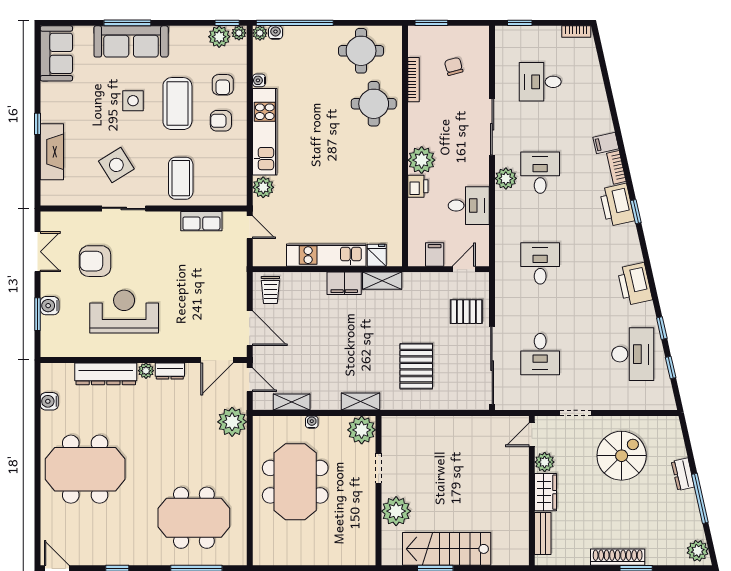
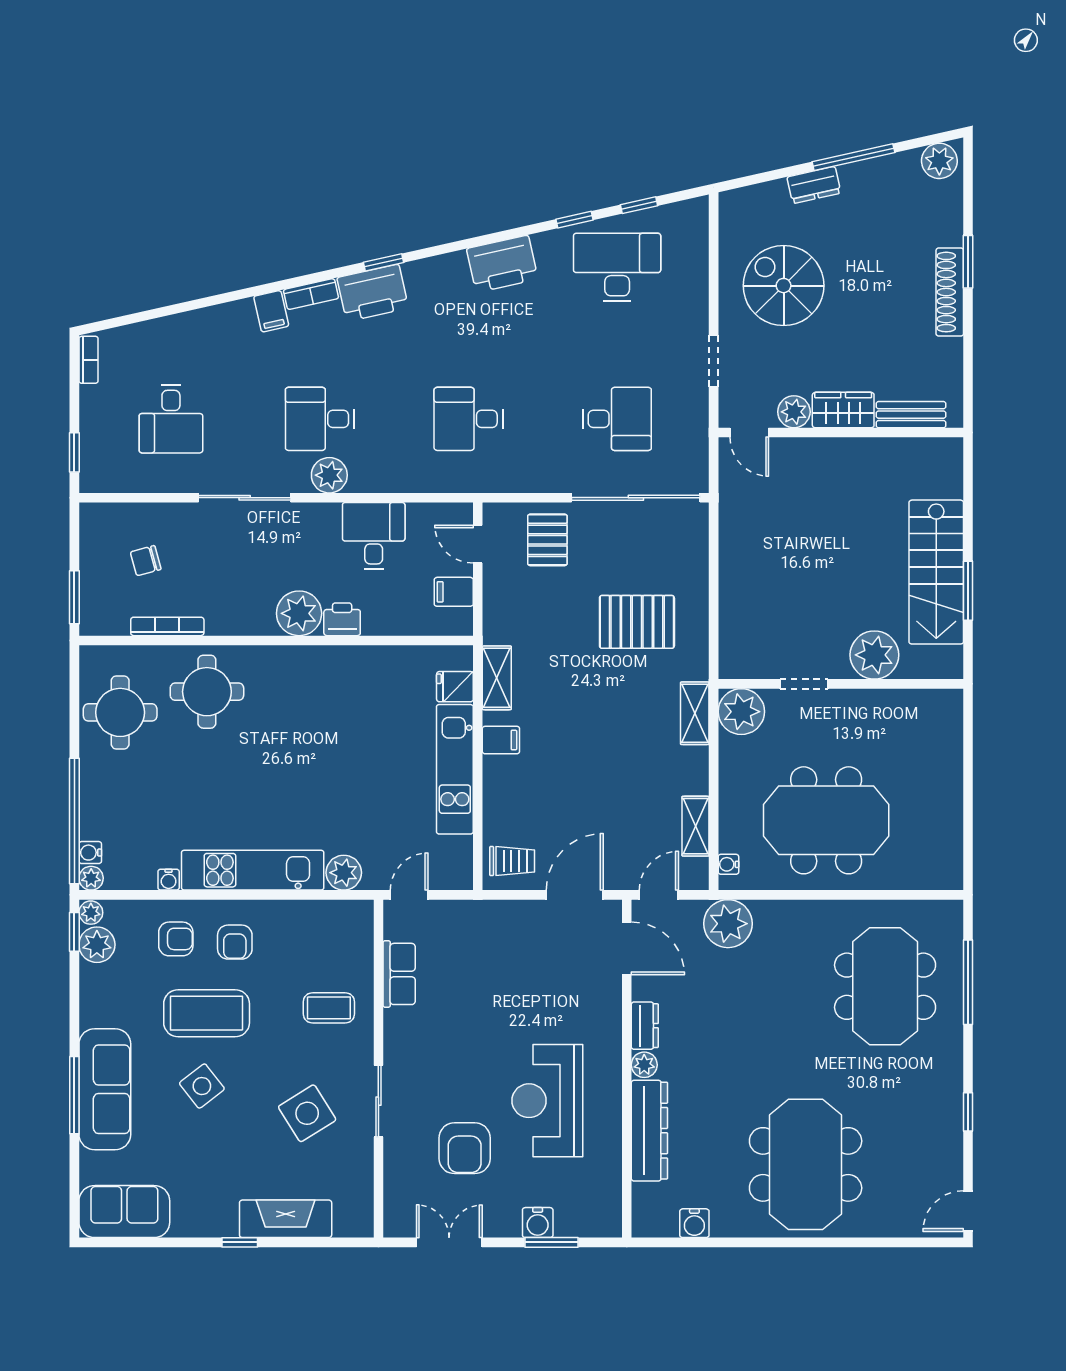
side table: (133, 101) -> (202, 1086), turned -38
coffee table: (181, 178) -> (329, 1008), width x0.73, depth x0.77
filing cabinet: (344, 283) -> (501, 740), width x0.50
water cooler: (312, 422) -> (728, 864), moved

